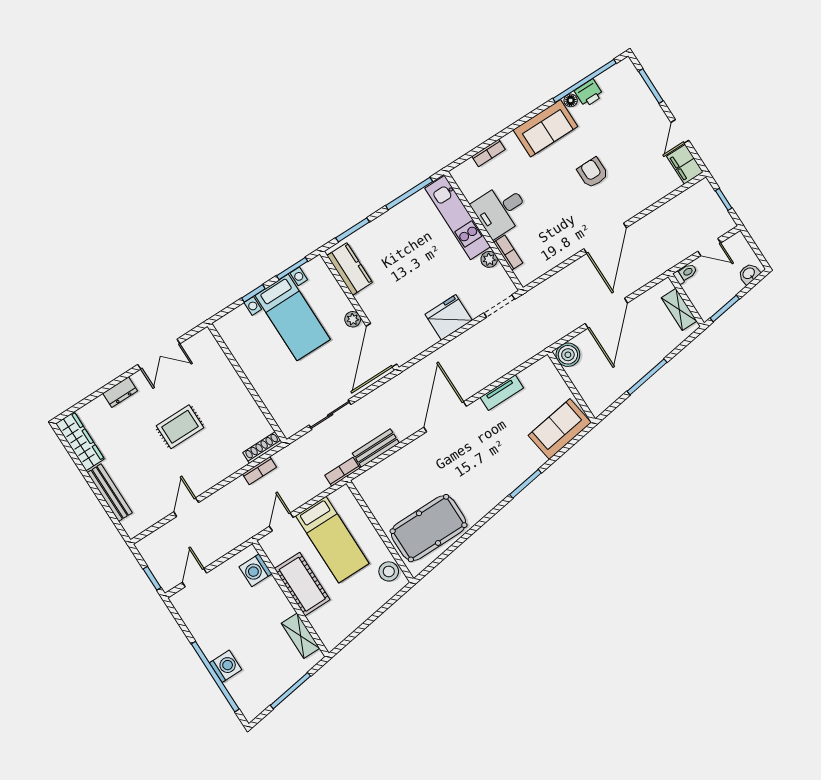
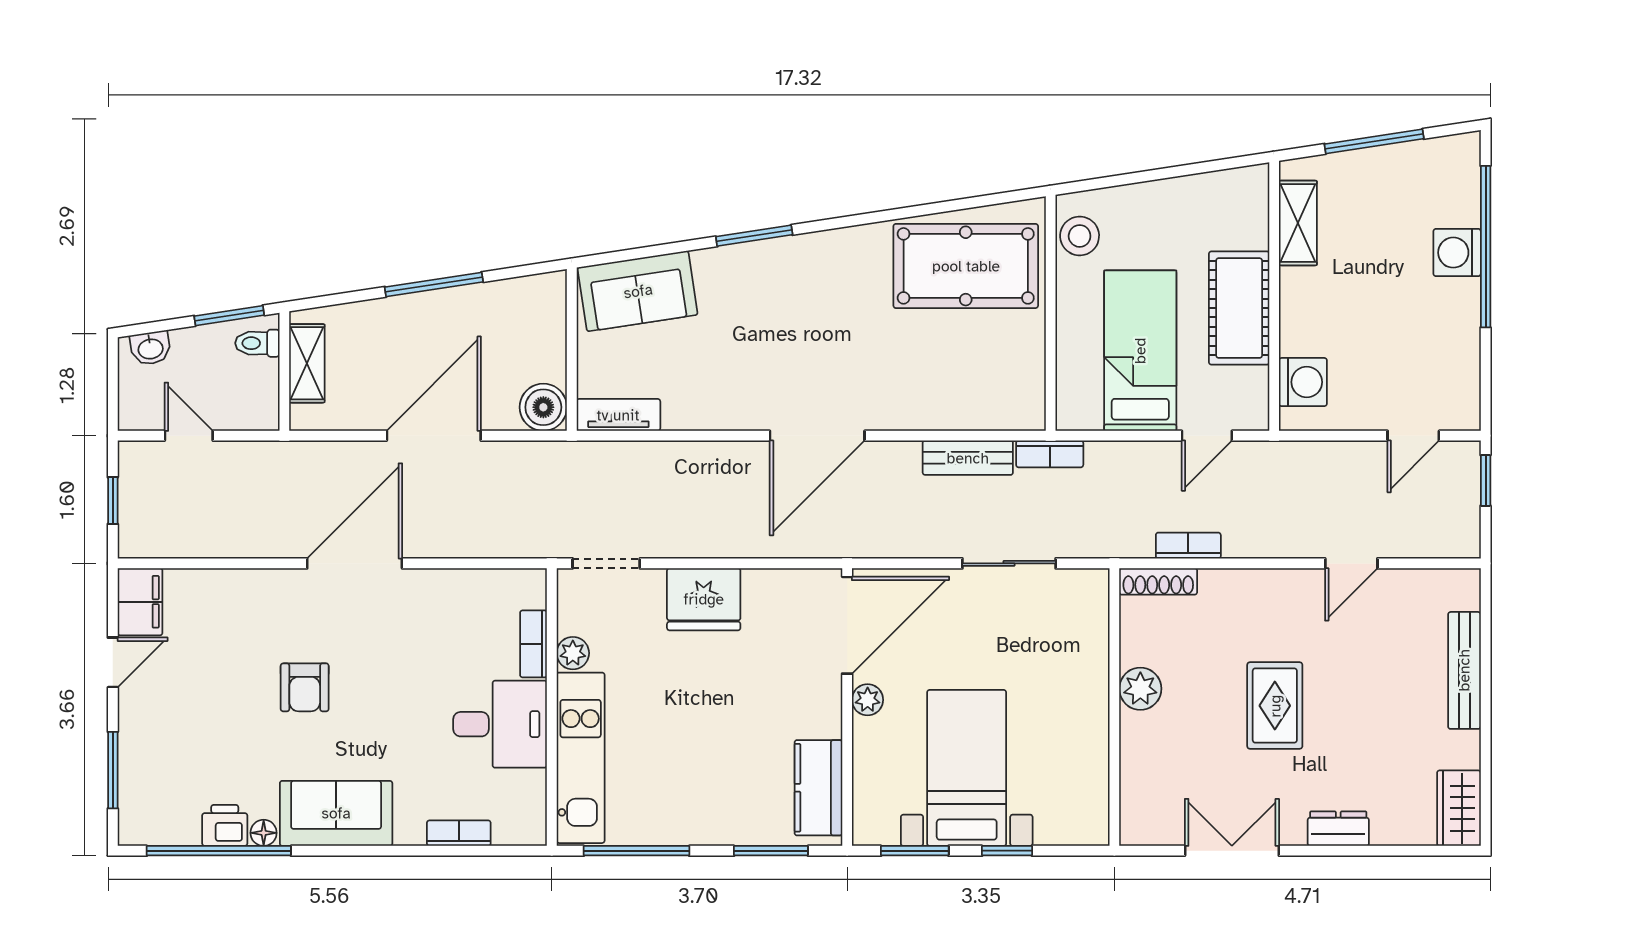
toilet: (685, 273) -> (257, 343), moved
tv unit: (502, 393) -> (618, 415), moved
plant: (241, 398) -> (1140, 689), added
rug: (180, 427) -> (1275, 706), turned 90
wardrobe: (80, 441) -> (1459, 808), width x0.67

